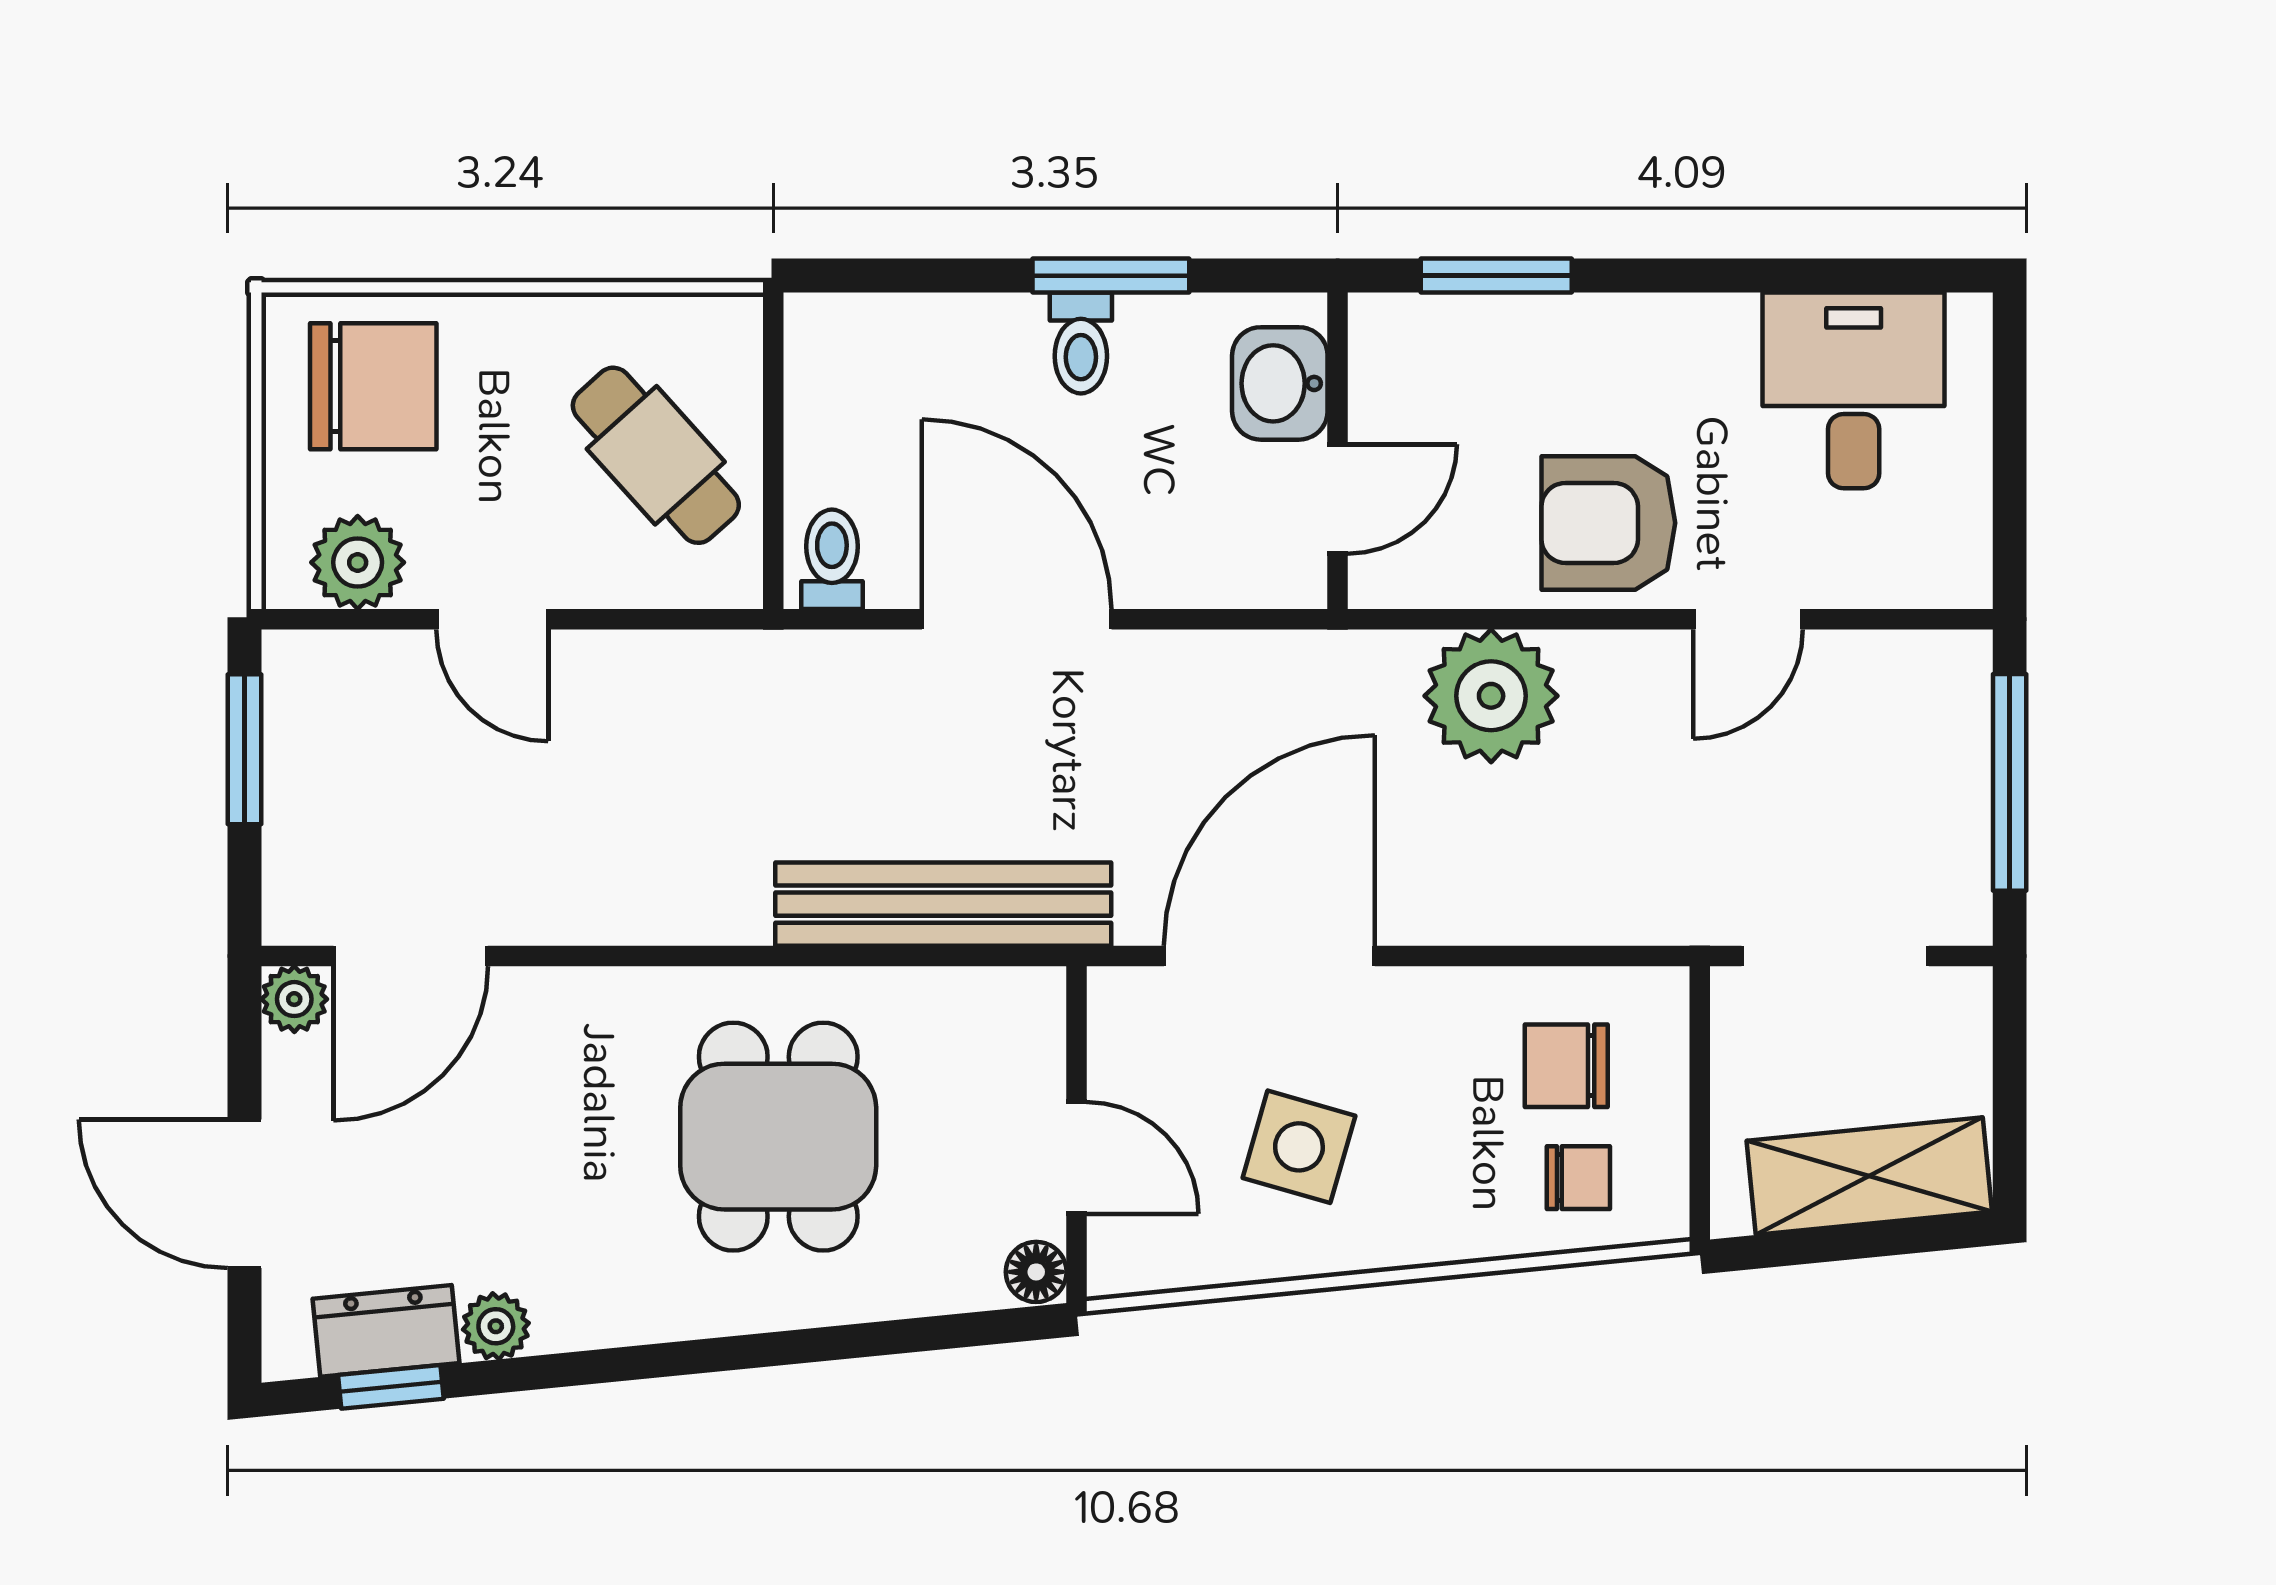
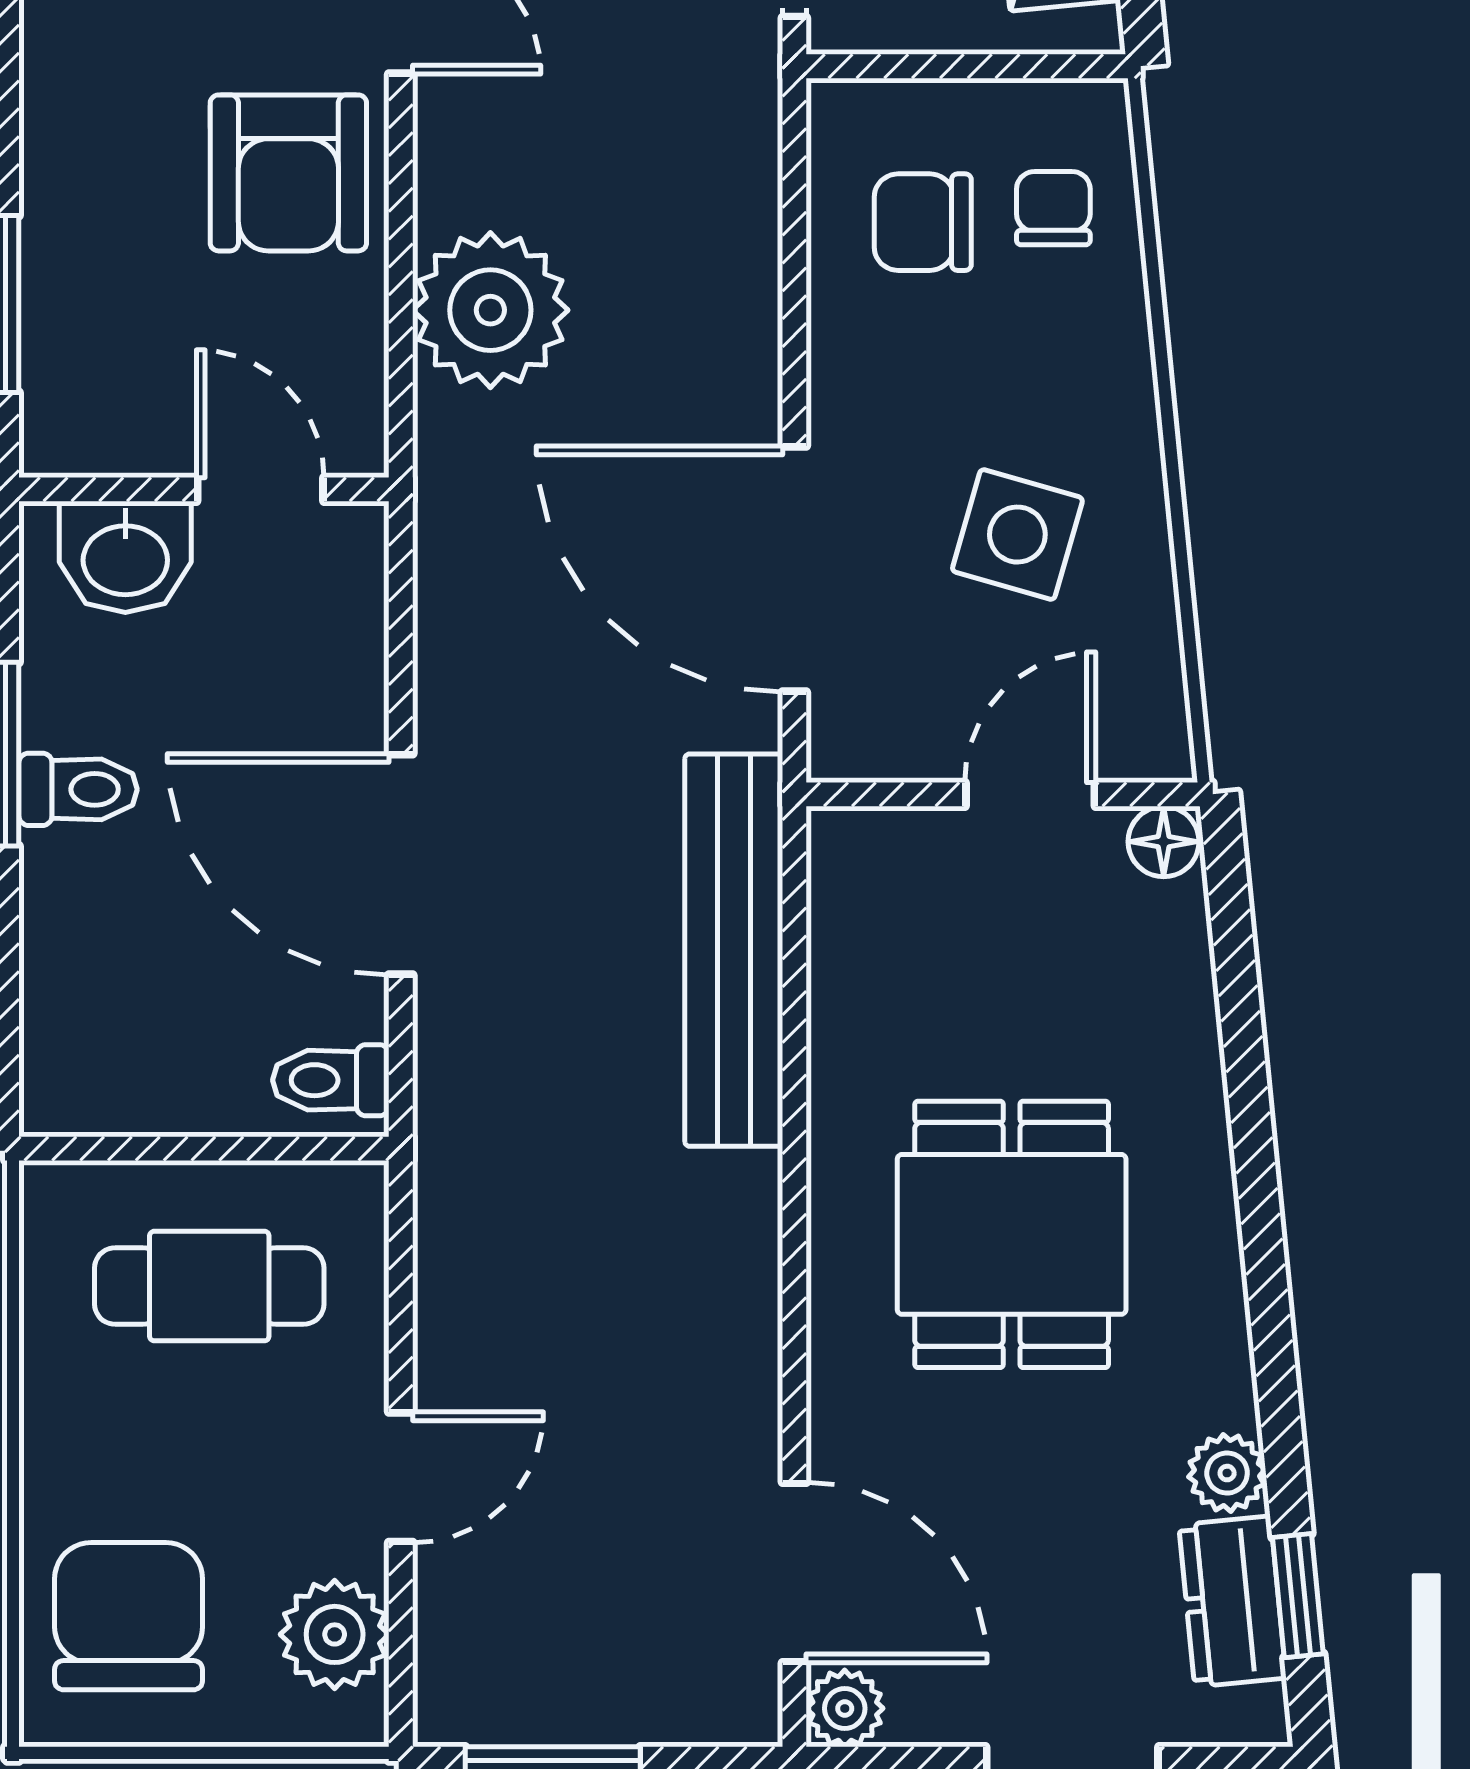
cafe table: (656, 455) -> (209, 1286), turned 42
door: (1017, 619) -> (401, 864), hinge flipped
chair: (1566, 1066) -> (923, 222), turned 90
dining table: (778, 1137) -> (1012, 1234), moved, turned 90

